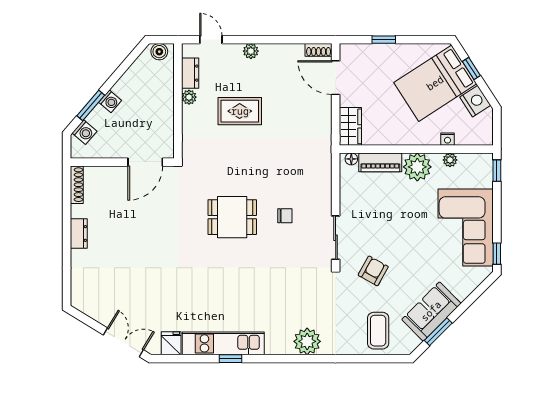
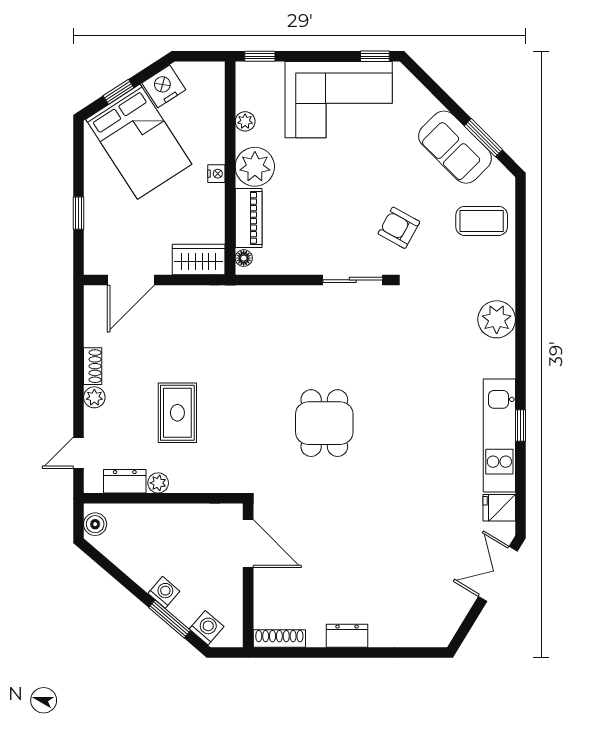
shoe rack: (319, 50) -> (93, 366), moved
nightstand: (448, 139) -> (216, 174), moved
chair: (285, 216) -> (322, 350), removed

